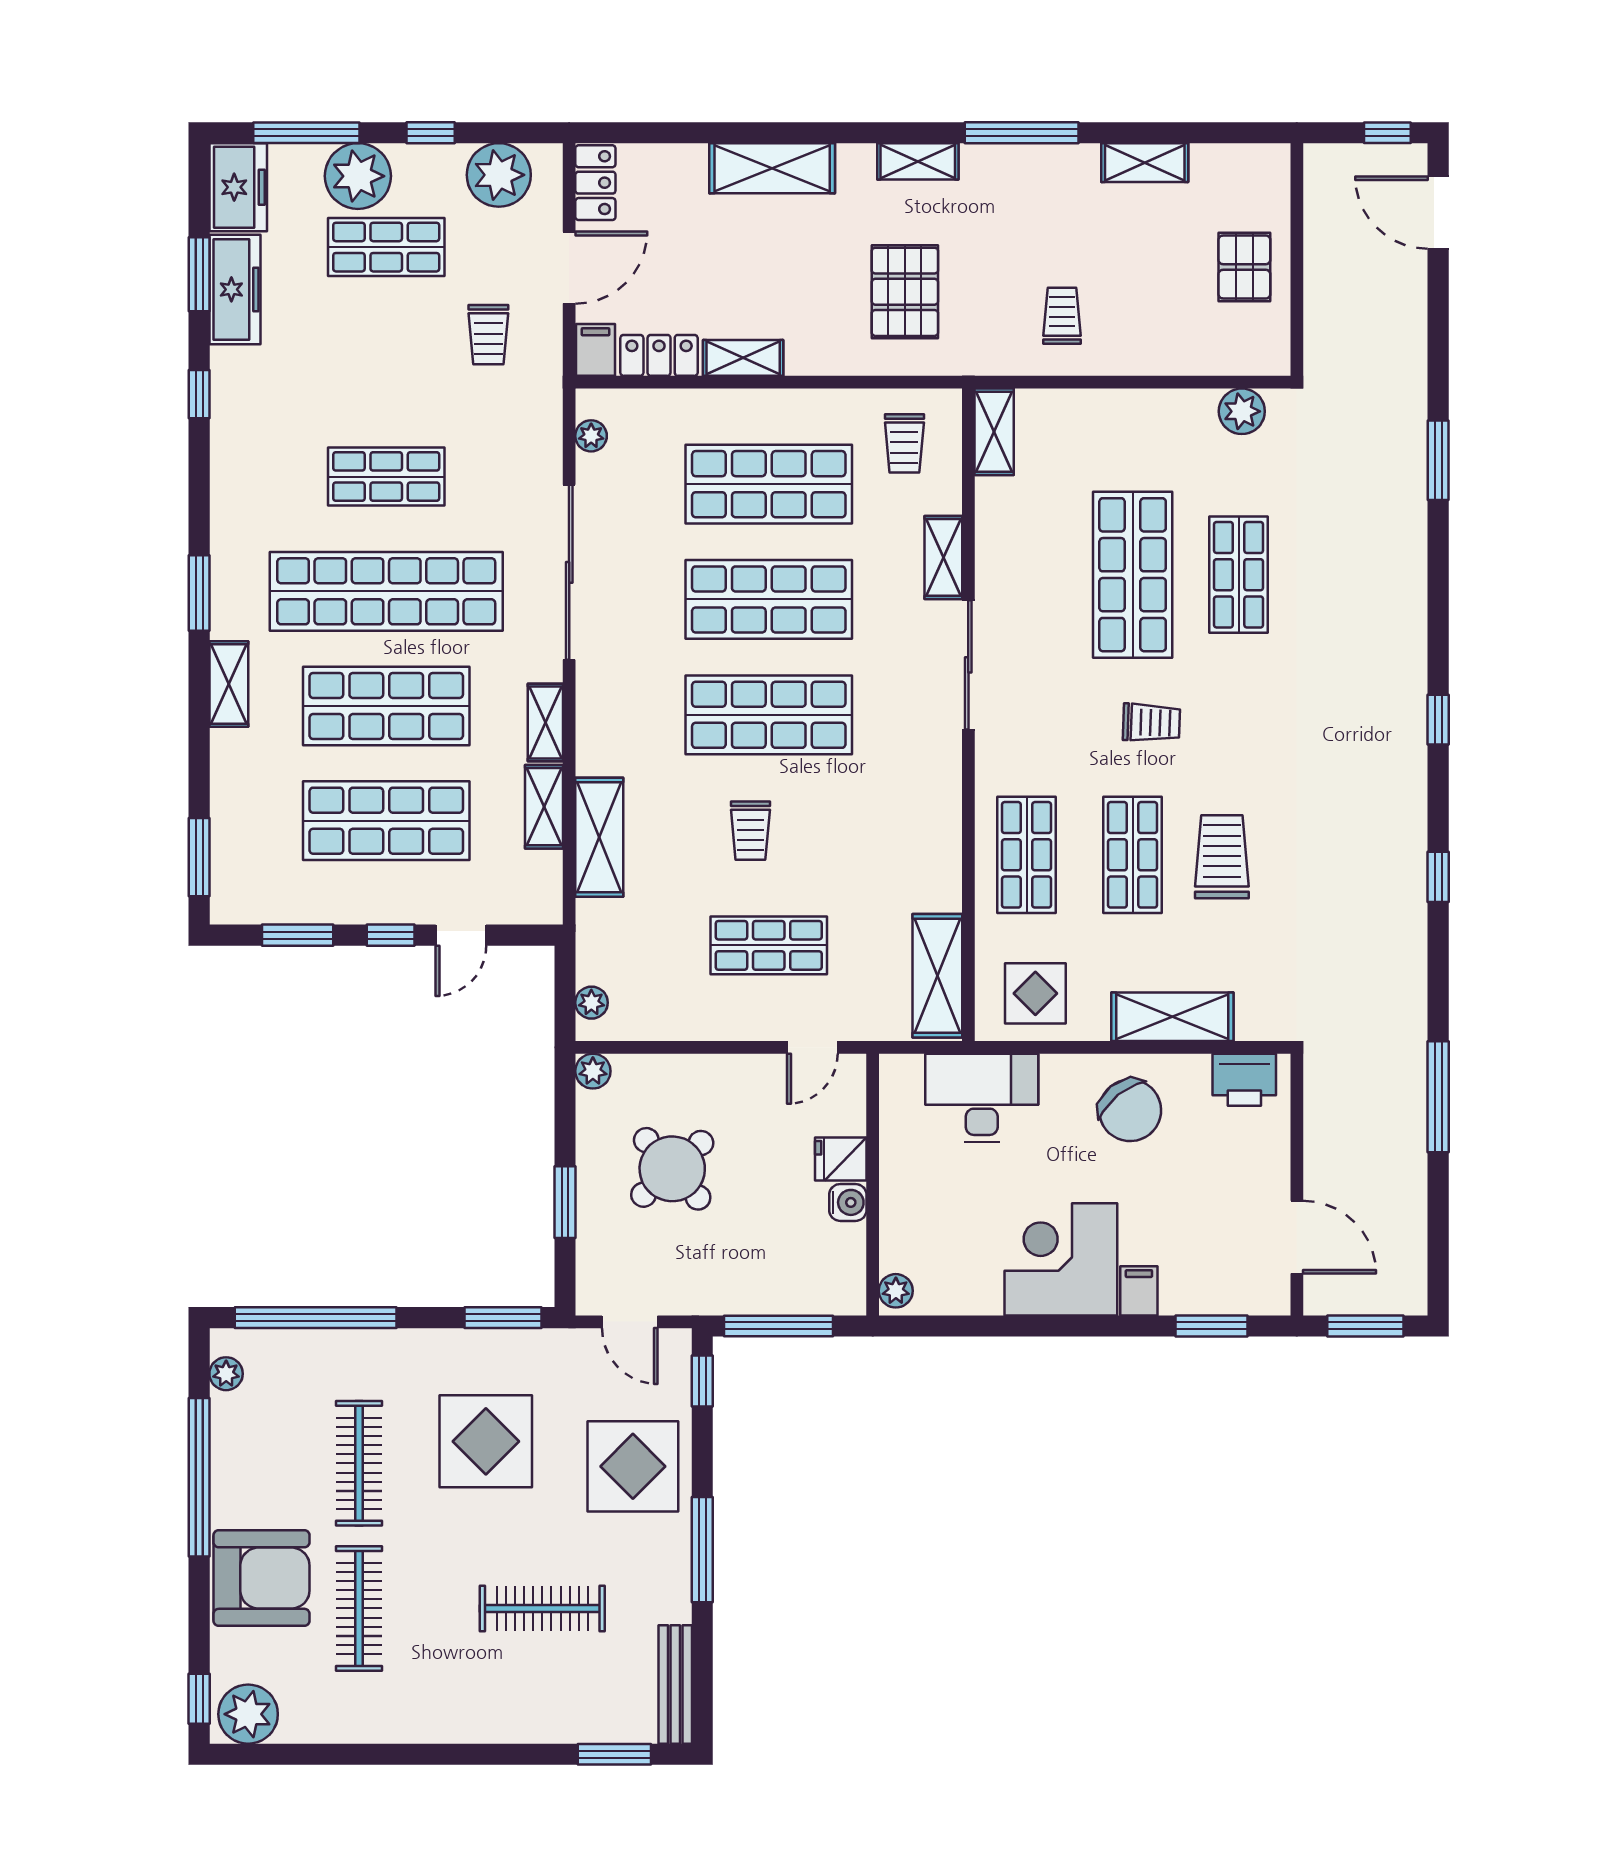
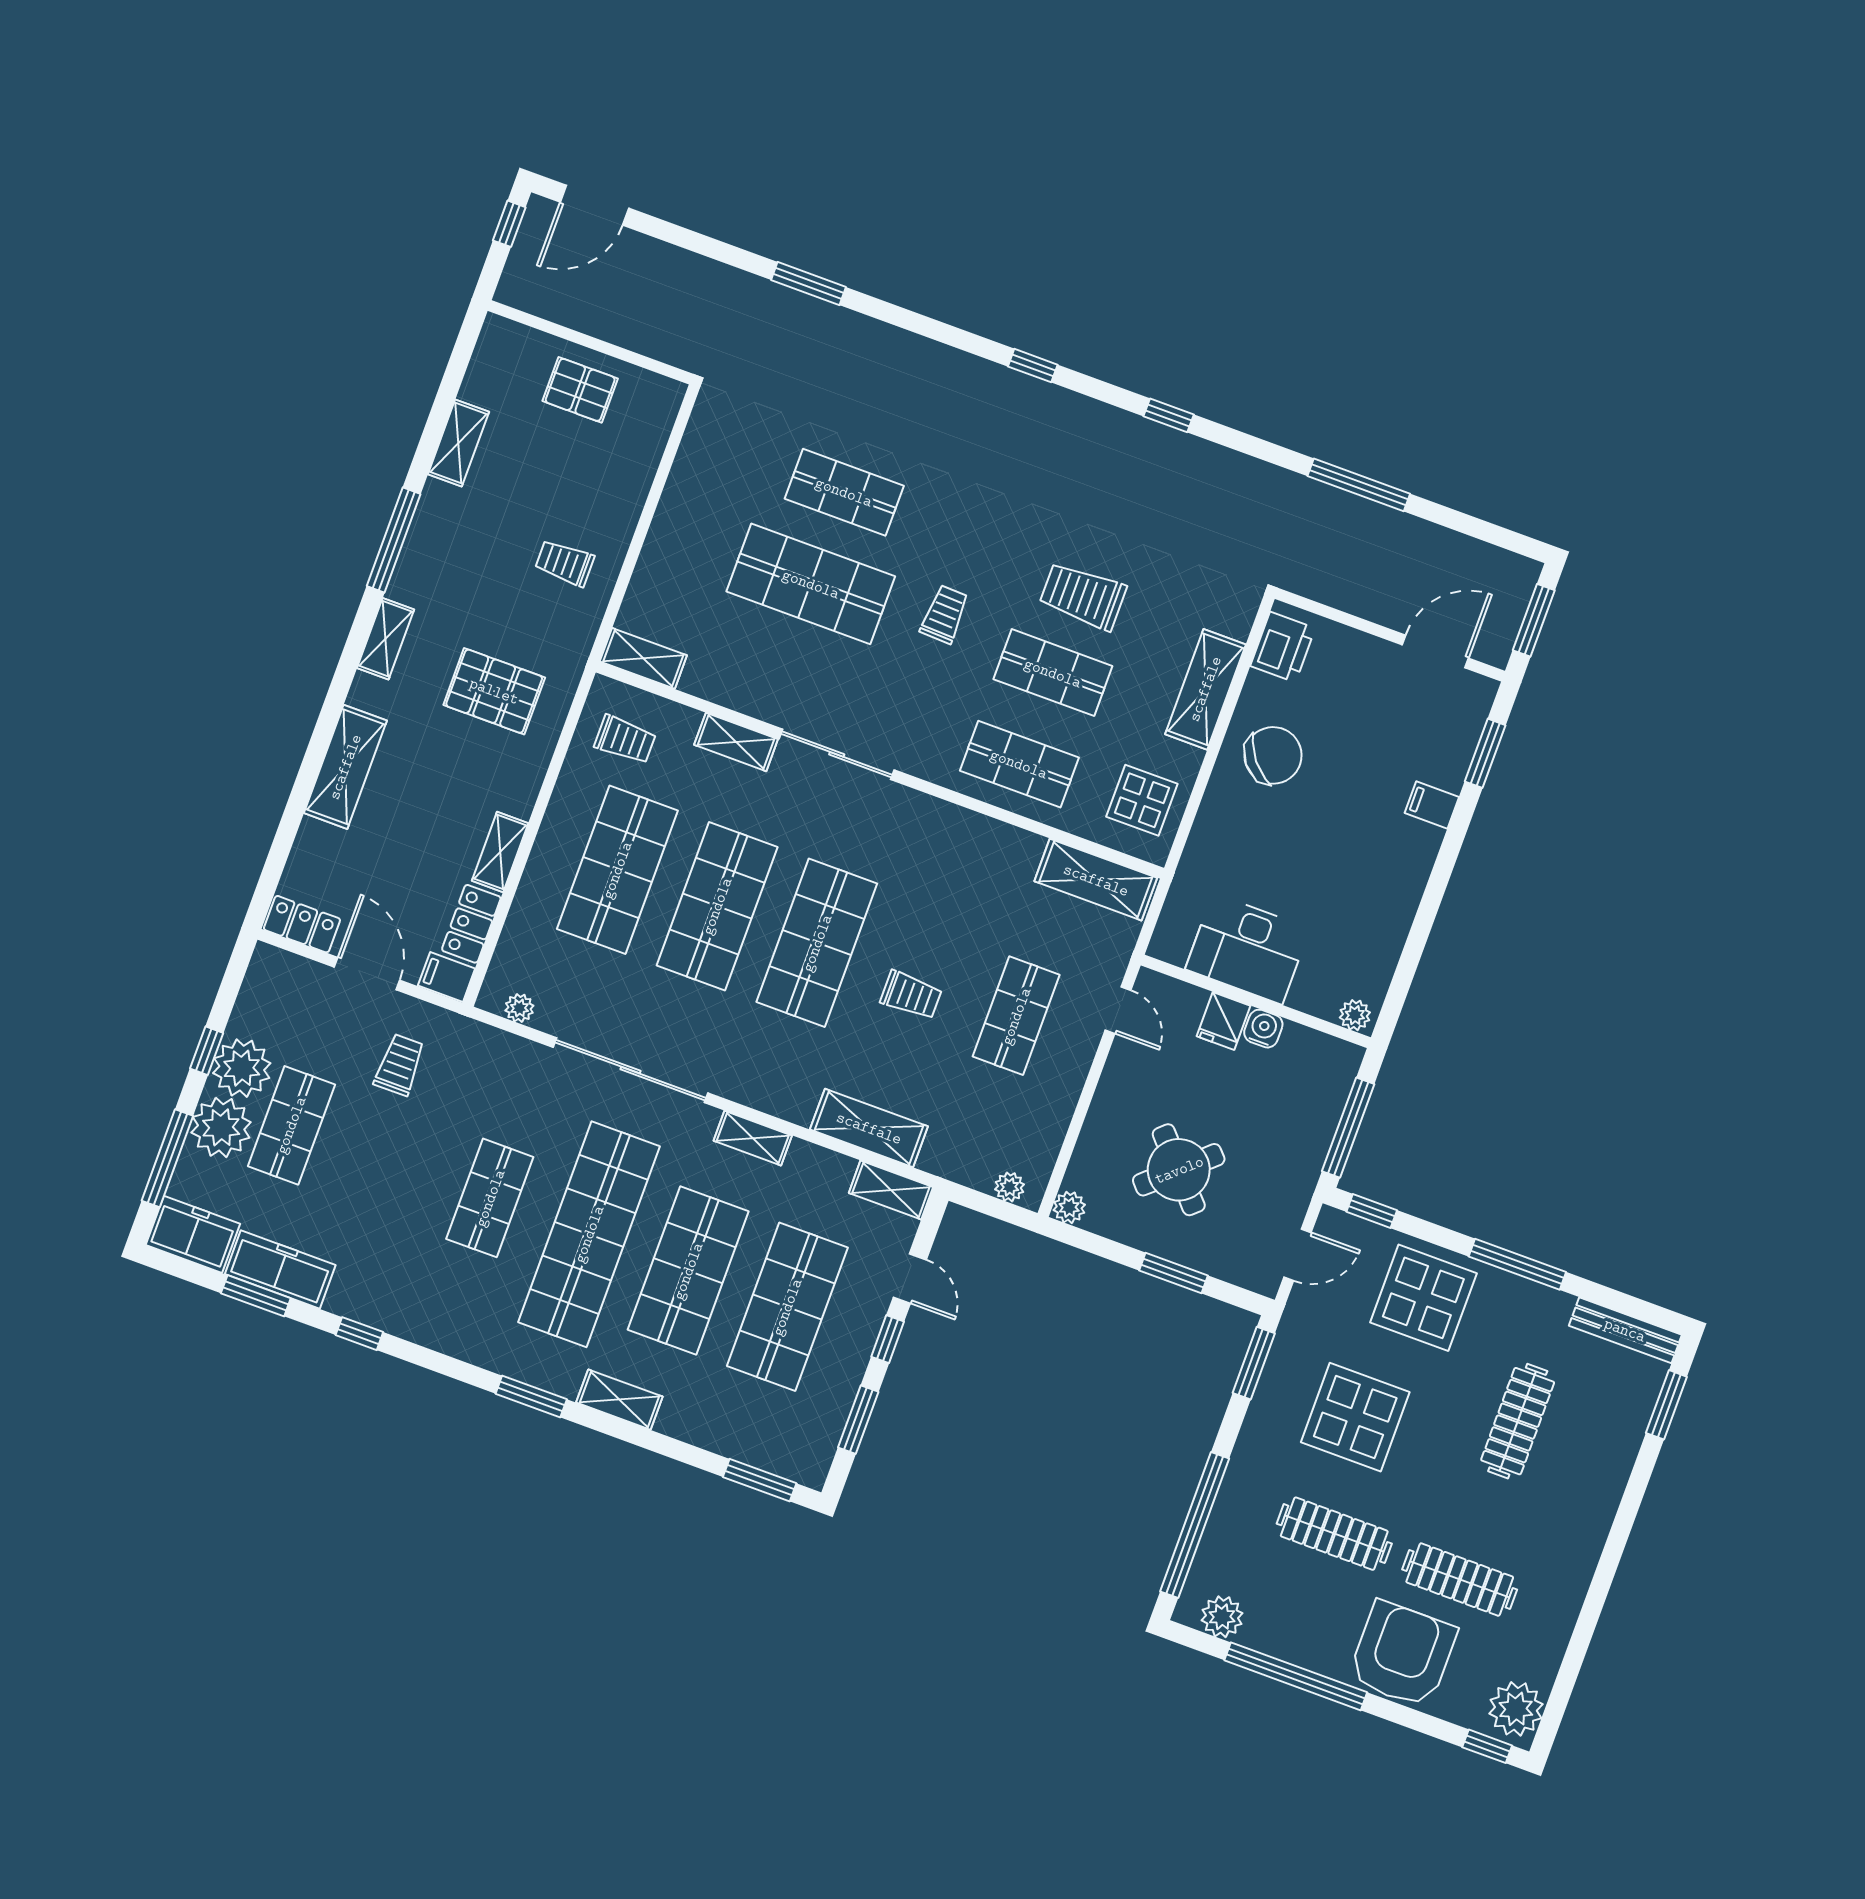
plant: (499, 175) -> (242, 1068), moved
trolley: (488, 335) -> (399, 1065), turned -90
plant: (1242, 411) -> (704, 438), removed
shelving: (544, 807) -> (891, 1190), moved
desk: (982, 1098) -> (1248, 949), moved, turned -90
corner desk: (1061, 1259) -> (1380, 862), removed
plant: (226, 1374) -> (1222, 1617), width x1.38, depth x1.38

